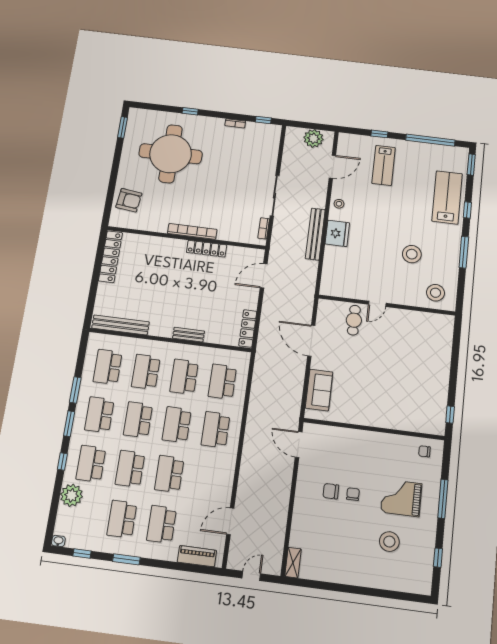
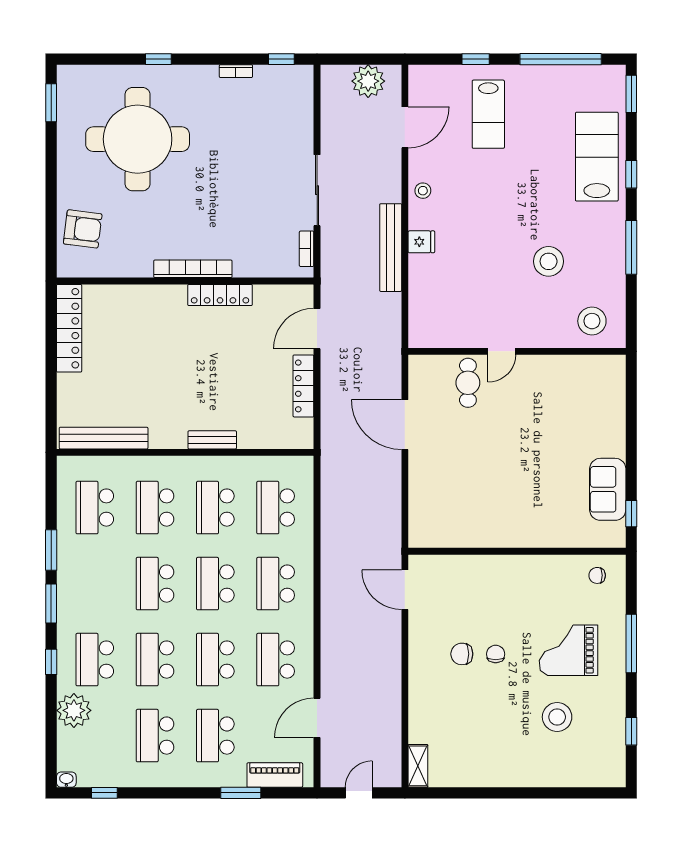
fridge: (337, 233) -> (421, 242), width x0.53, depth x0.75
locker: (248, 329) -> (303, 386), moved
sofa: (319, 390) -> (608, 489), moved, turned 180
school desk: (99, 415) -> (276, 660), moved
window: (126, 559) -> (241, 793), moved

